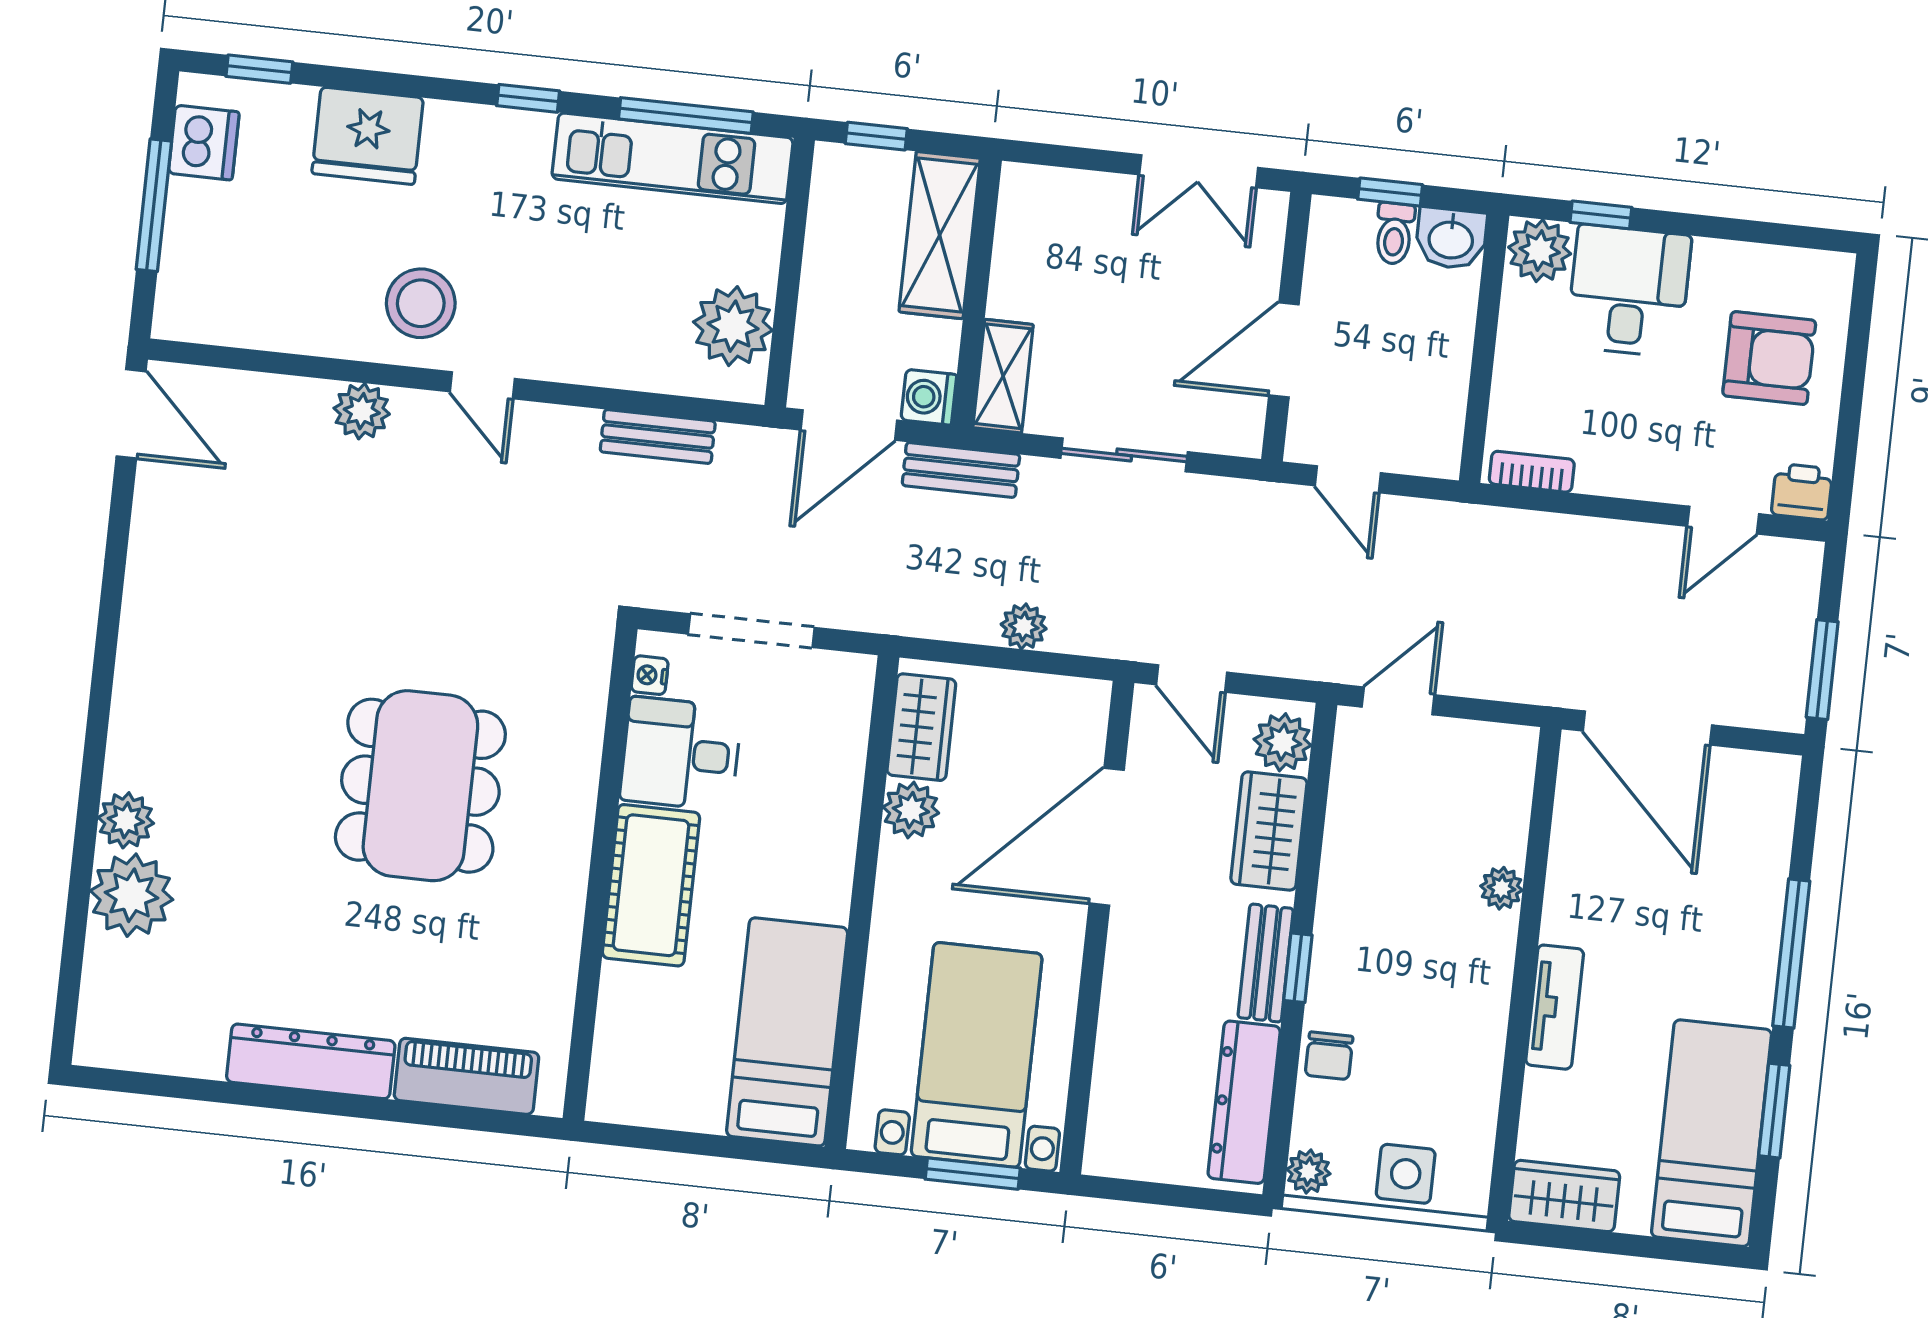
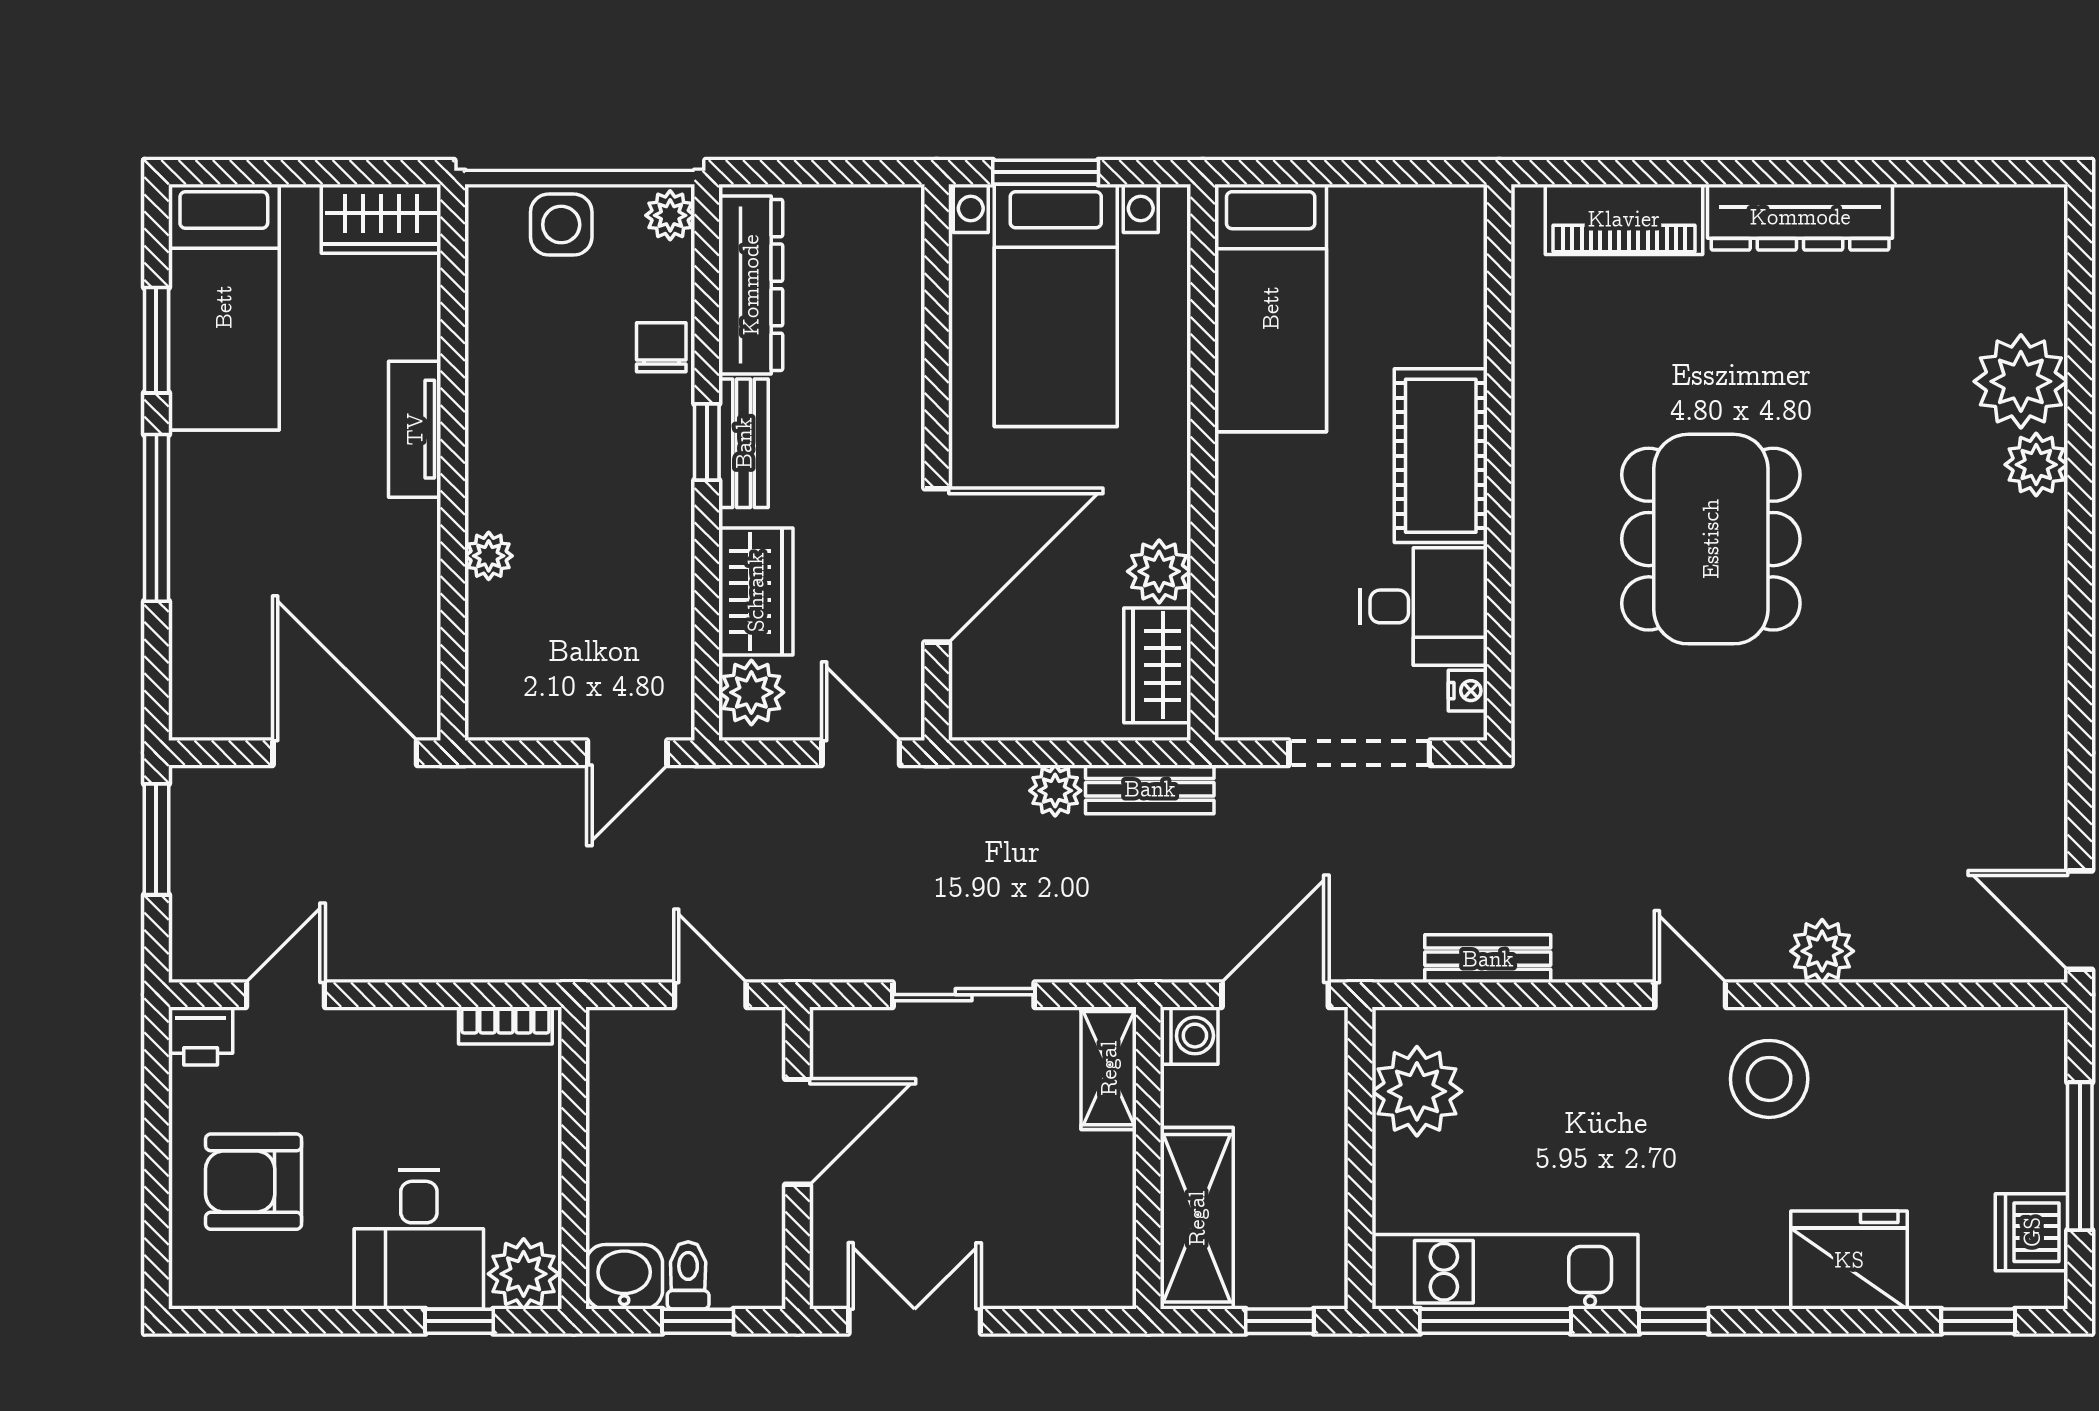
bench: (961, 470) -> (1150, 789), moved

